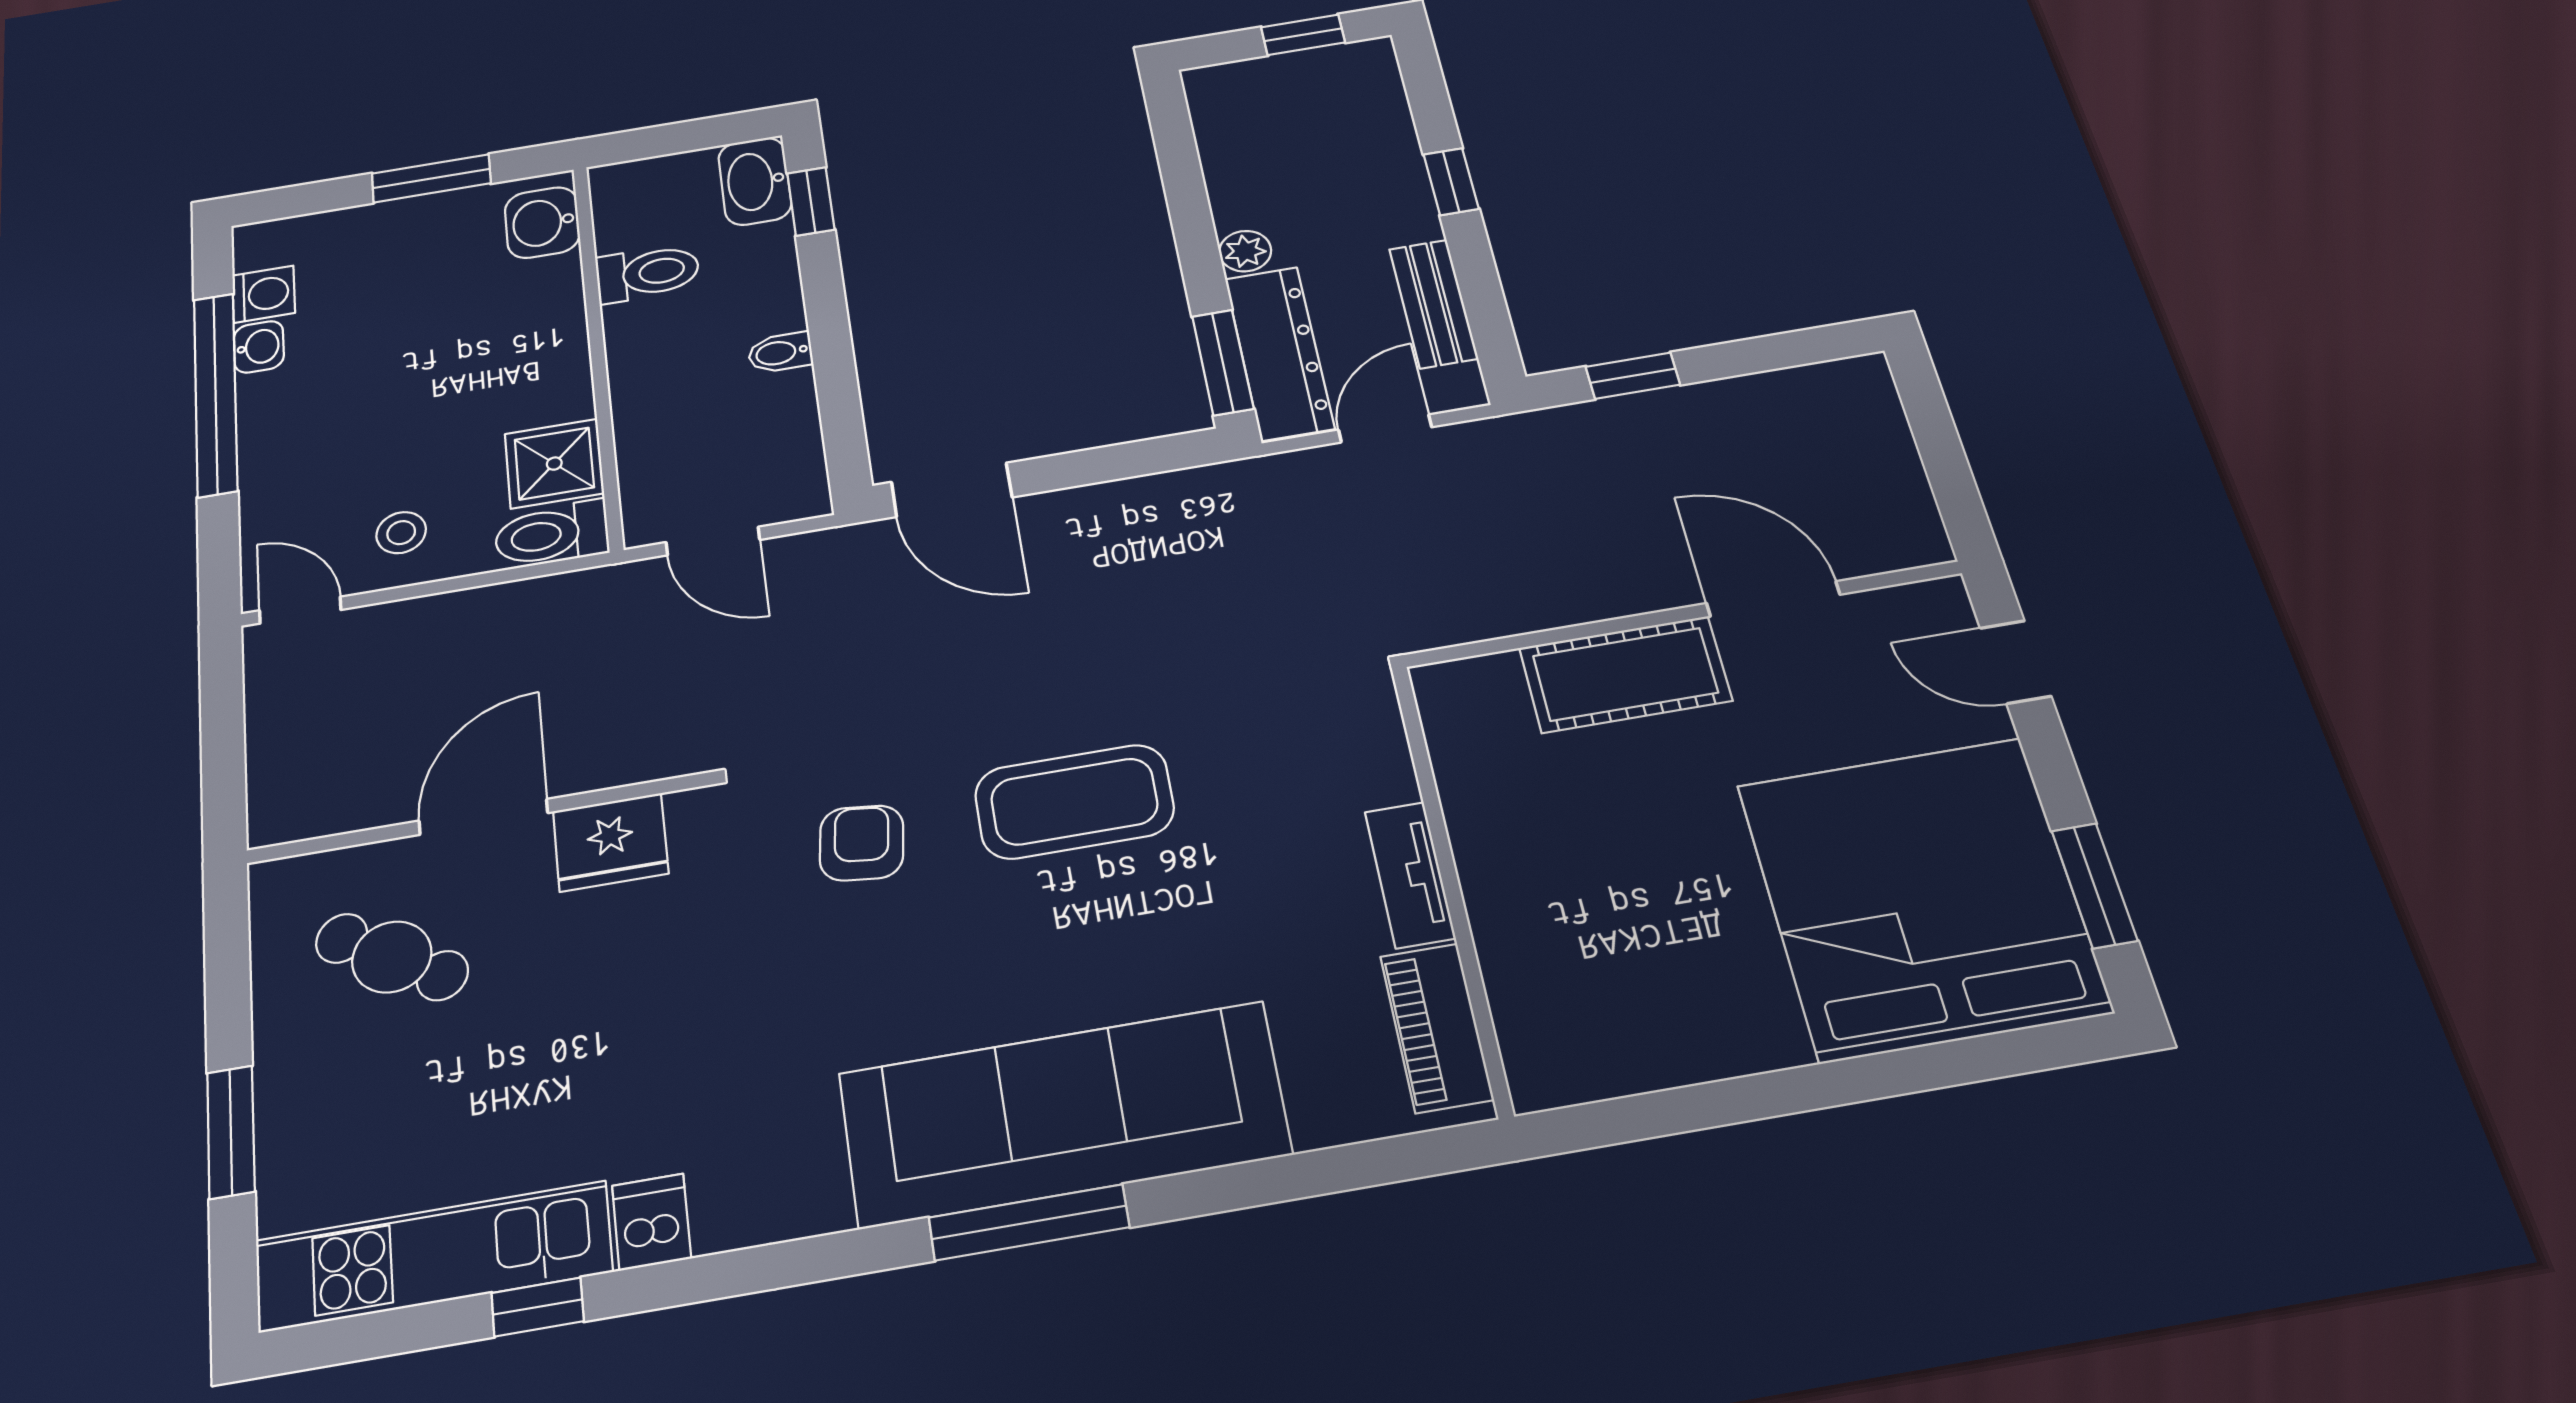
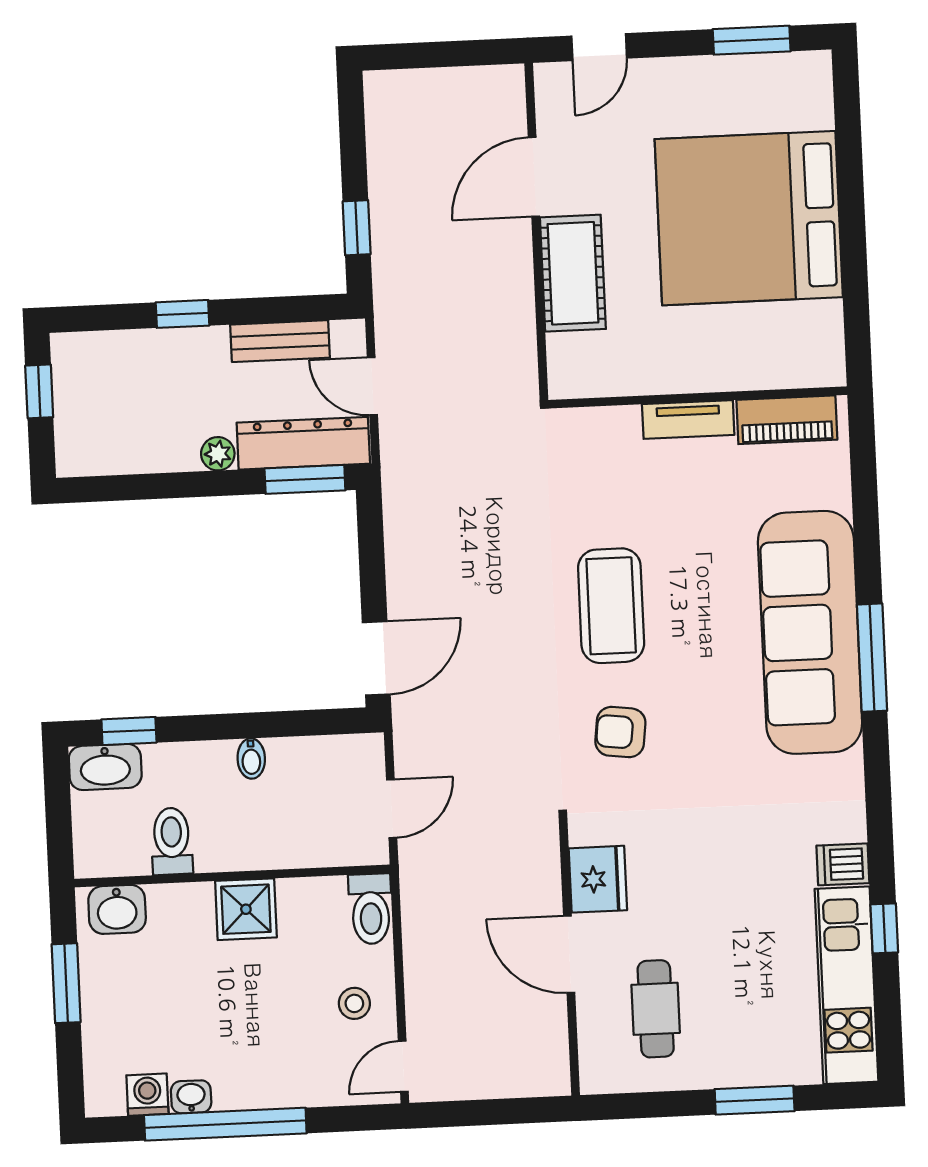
shower: (554, 464) -> (246, 909), moved
bed: (1922, 897) -> (749, 218), moved
cafe table: (392, 957) -> (656, 1009), turned -32

